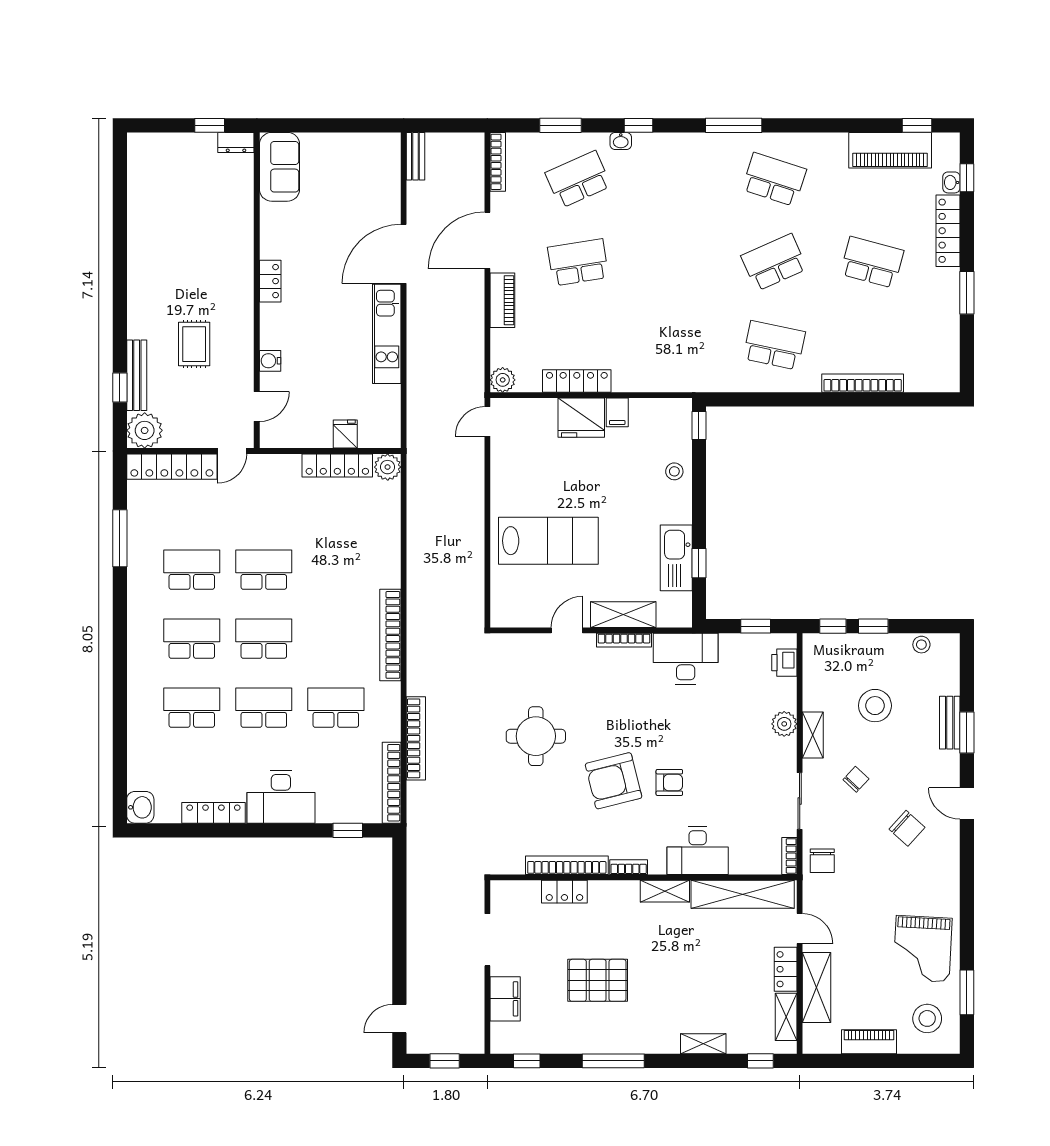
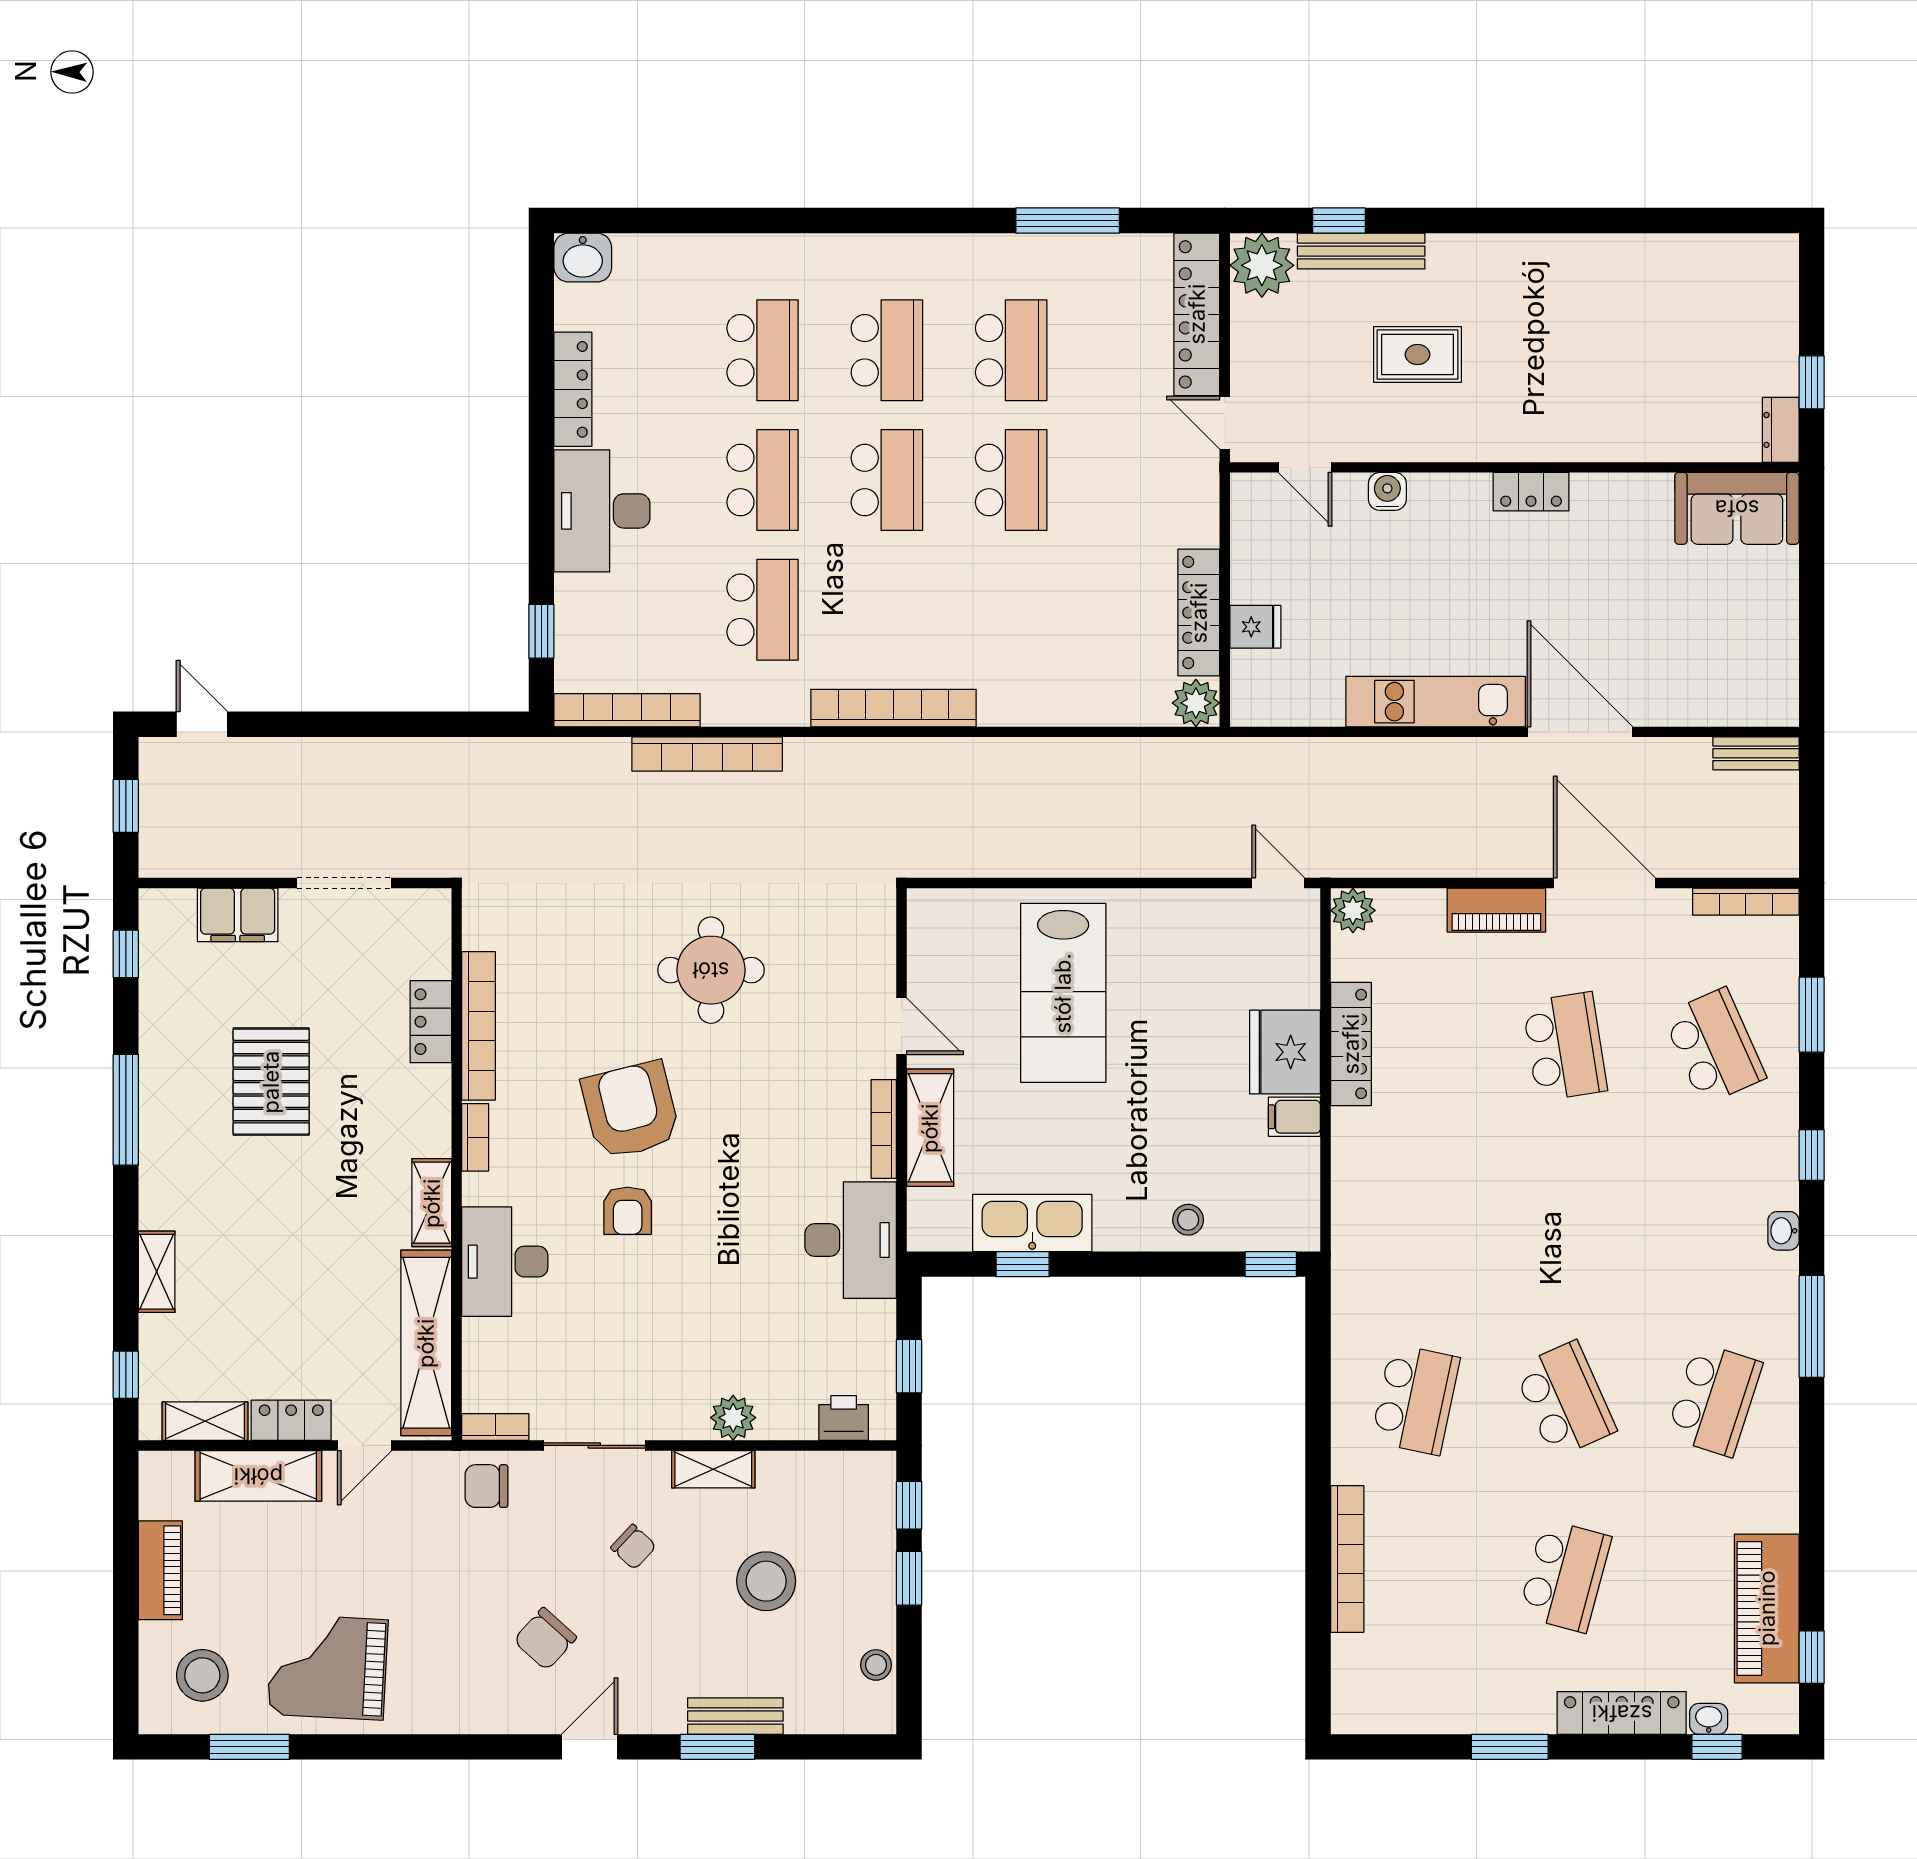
washbasin: (621, 141) -> (1783, 1231), moved

